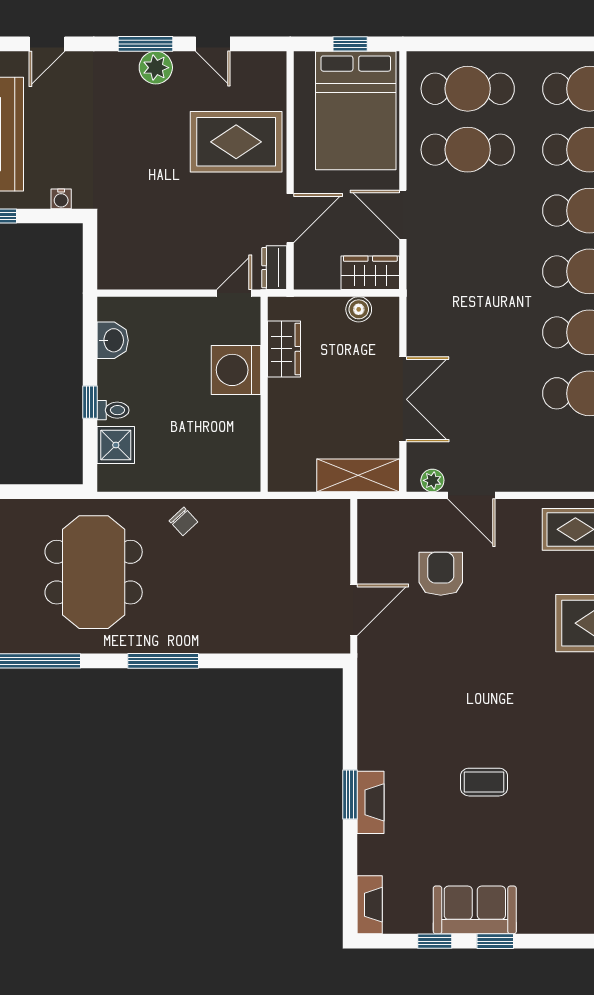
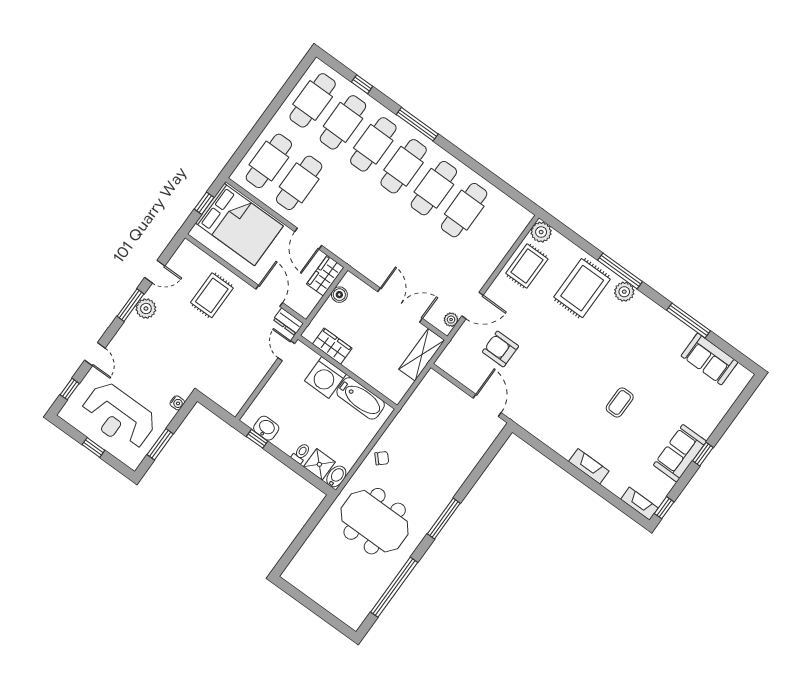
rug: (236, 142) -> (212, 295), width x0.73, depth x0.70
door: (403, 215) -> (308, 239), hinge flipped
window: (90, 402) -> (257, 439), moved
bathtub: (242, 436) -> (361, 398), added
bidet: (116, 479) -> (336, 476), added
window: (350, 794) -> (578, 474), removed
window: (435, 941) -> (664, 508), moved

